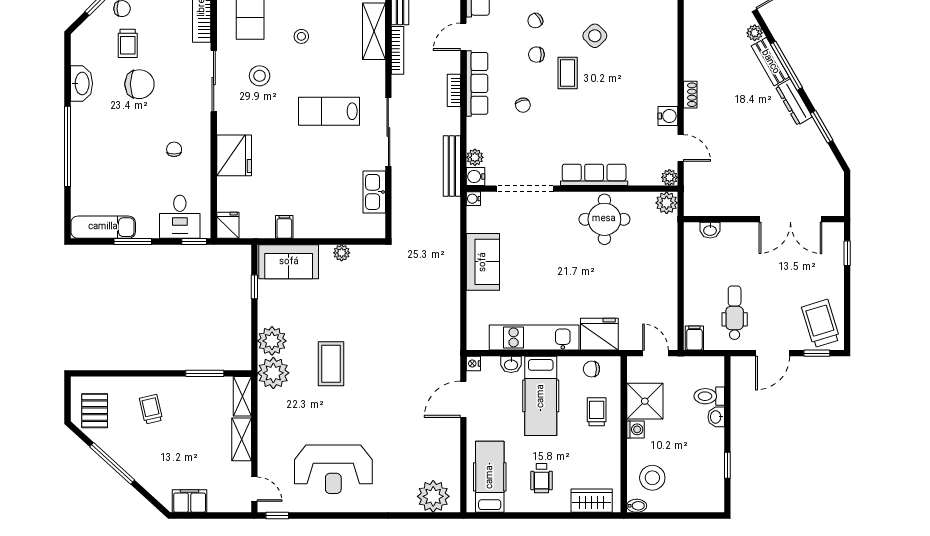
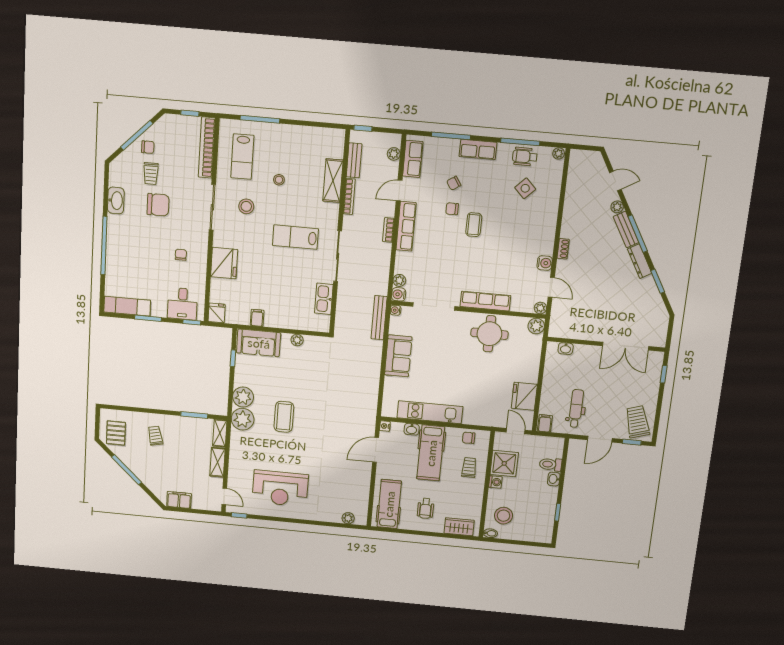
side table: (595, 36) -> (525, 188), moved
chair: (523, 105) -> (438, 245), removed
bench: (452, 166) -> (379, 318), moved
fridge: (599, 334) -> (524, 396), moved, turned -90
plant: (433, 496) -> (348, 518), width x0.53, depth x0.53

